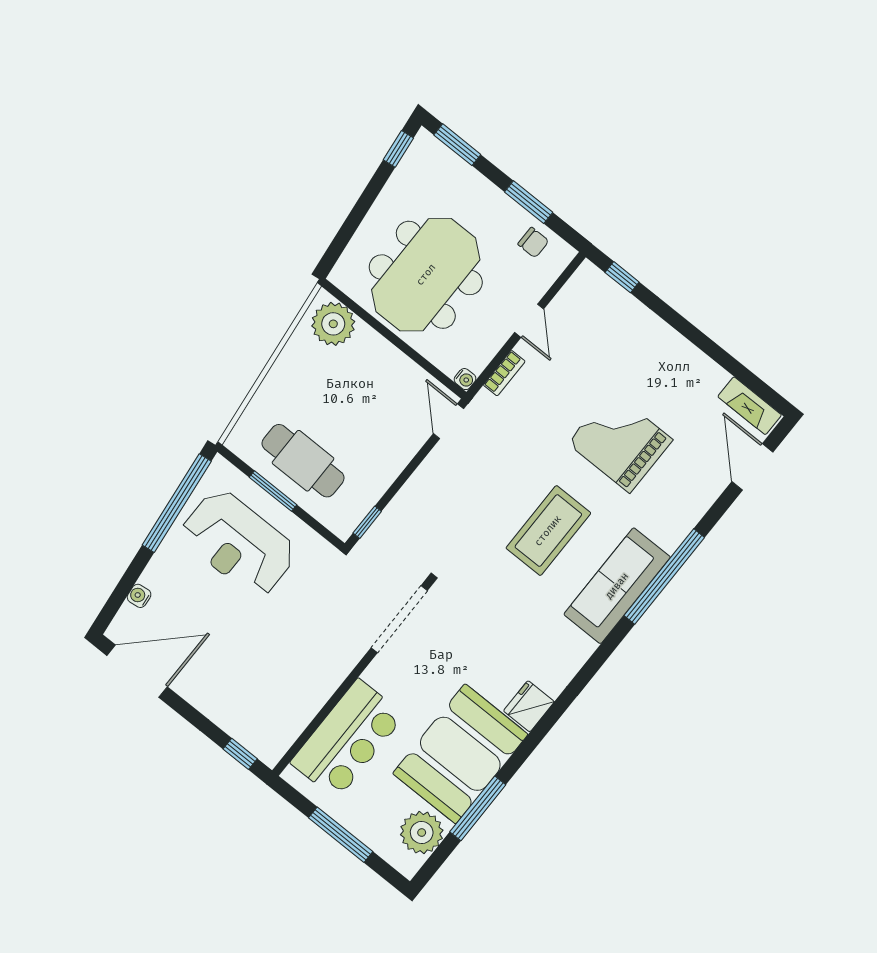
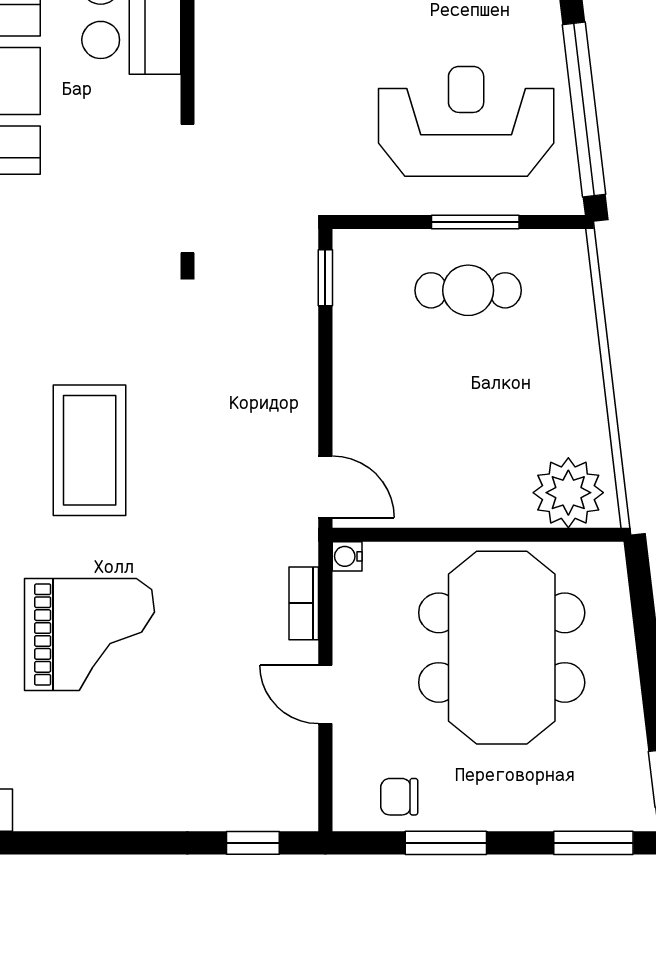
cafe table: (303, 461) -> (468, 290), width x0.73, depth x0.74

